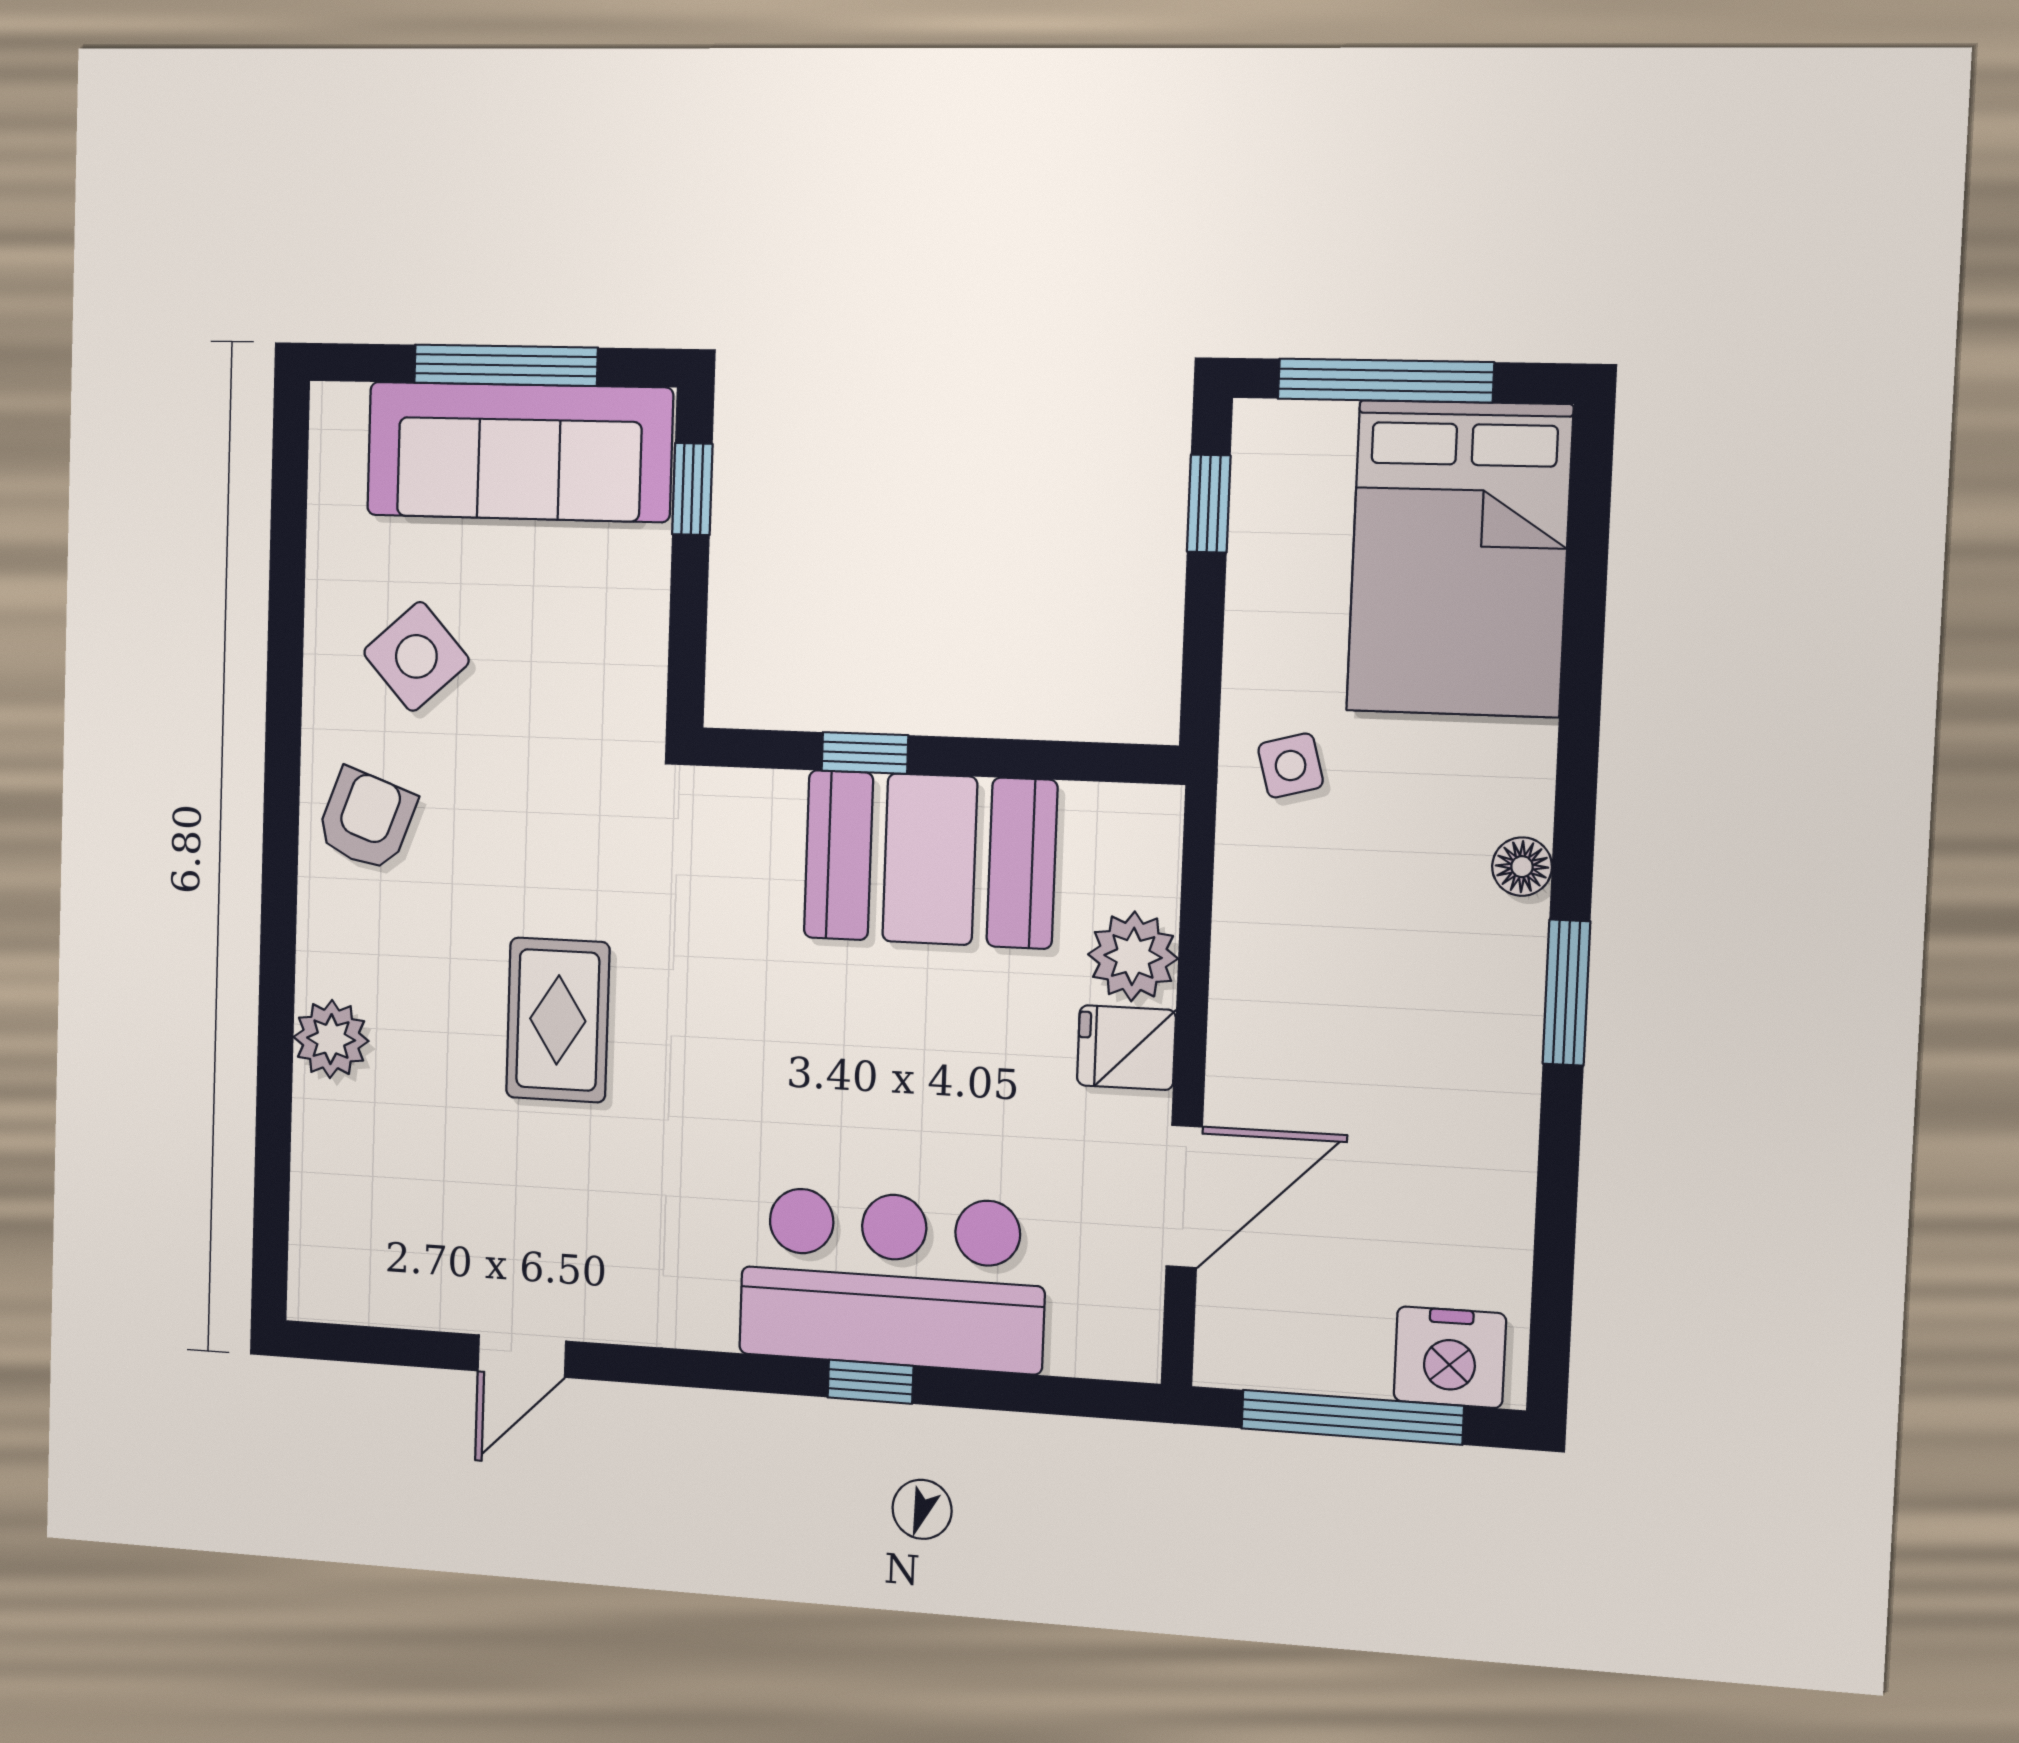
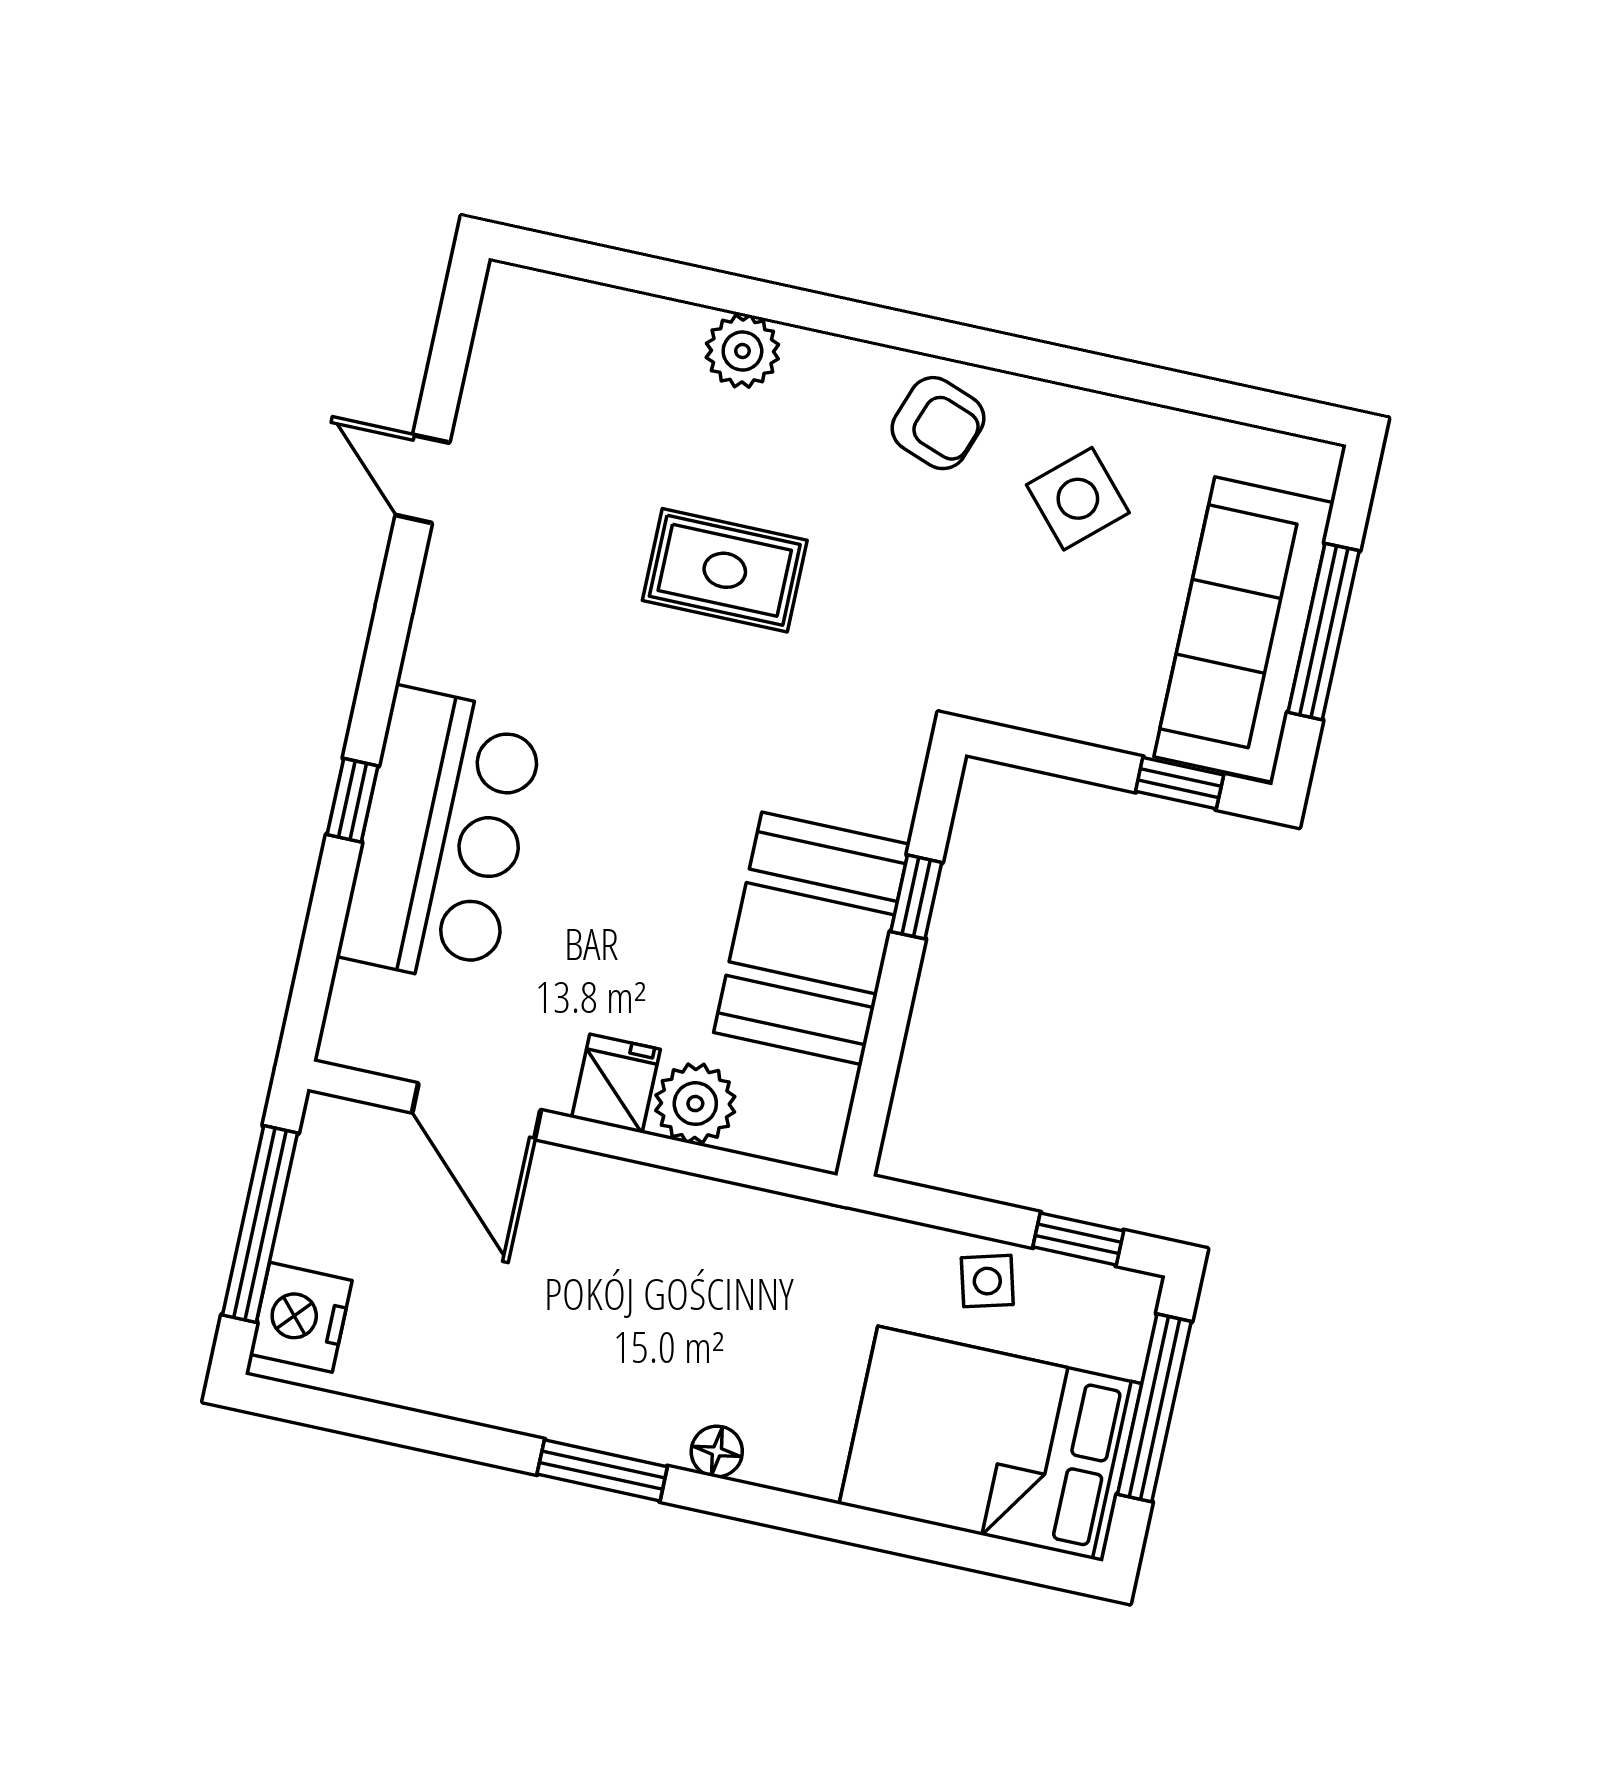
side table: (1291, 765) -> (987, 1281), moved

